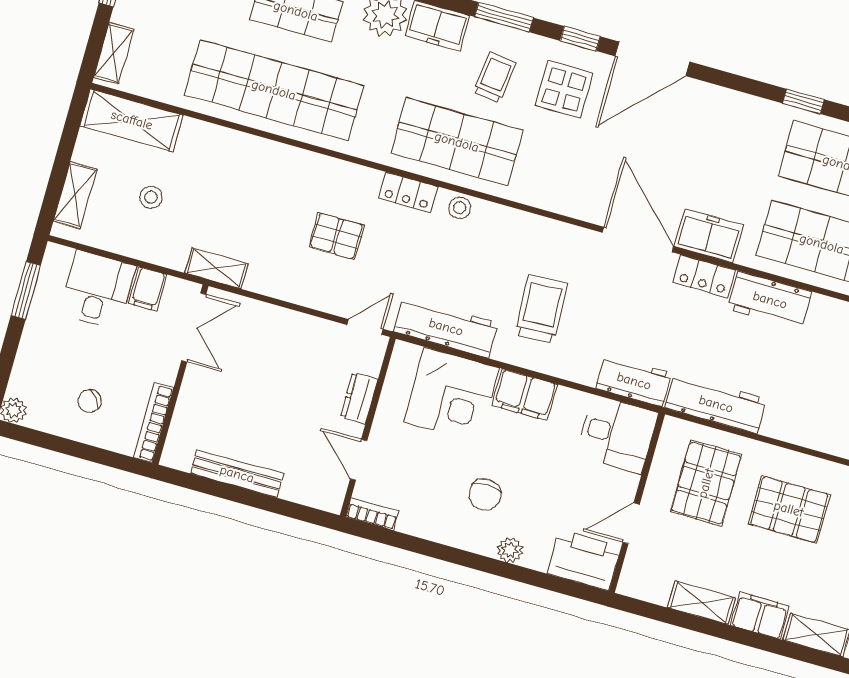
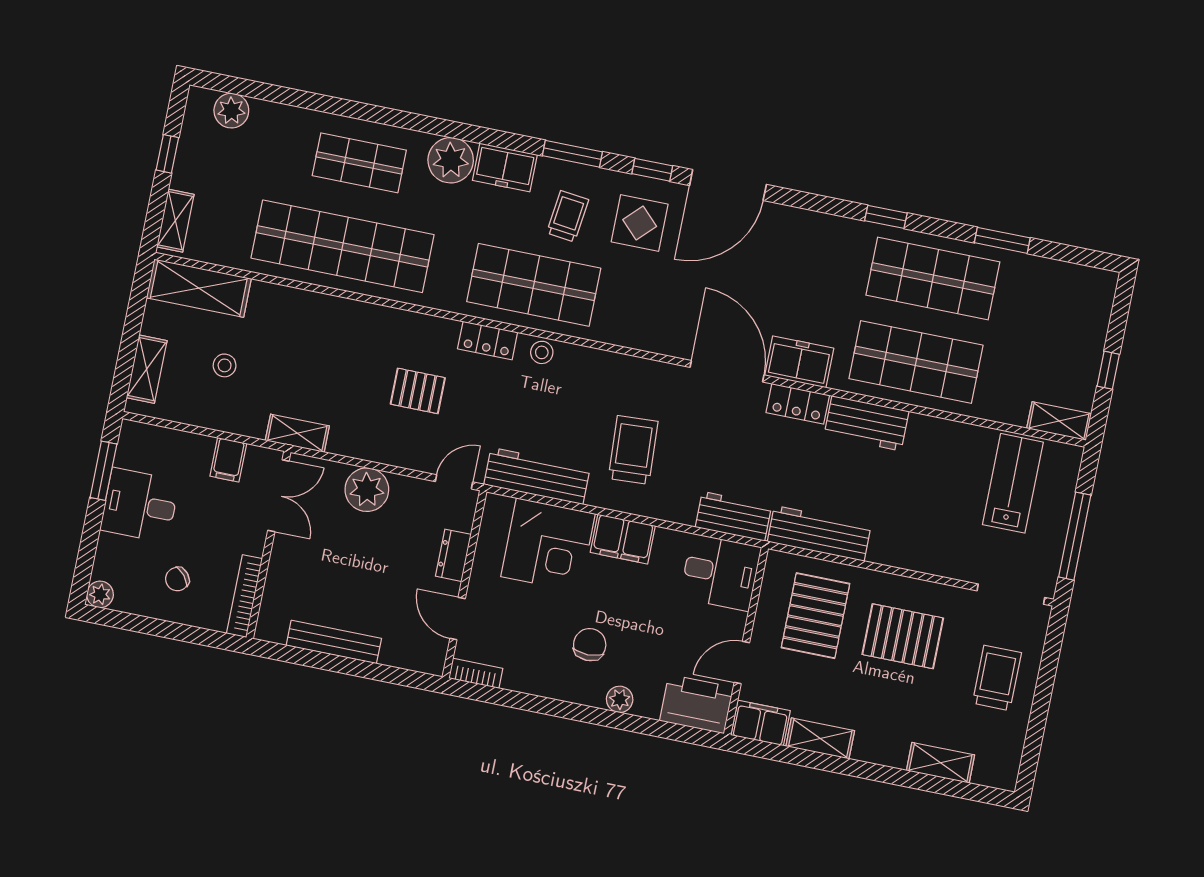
desk: (97, 290) -> (140, 505), moved, turned -90
plant: (280, 328) -> (367, 490), added
chair: (485, 495) -> (590, 645), turned 180
filing cabinet: (760, 616) -> (761, 723), moved

